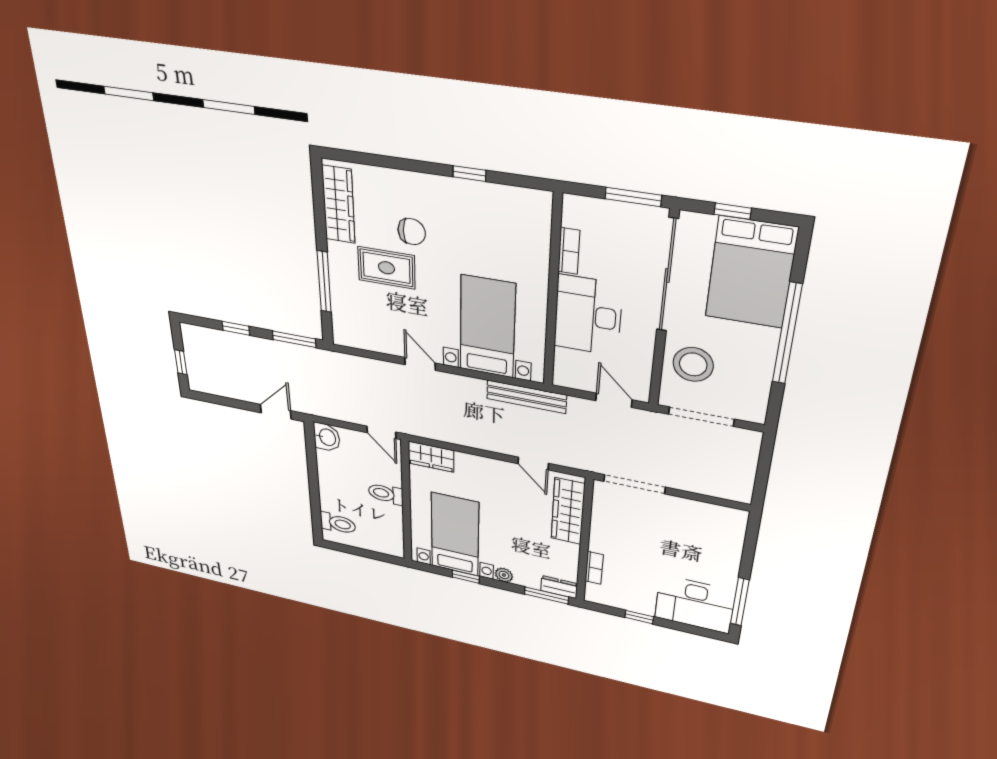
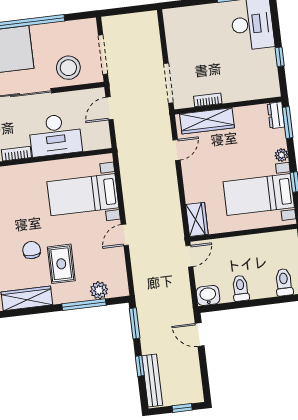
plant: (343, 307) -> (99, 290), added
bench: (526, 397) -> (152, 381), moved
toilet: (386, 494) -> (240, 288), moved, turned 180
bookcase: (594, 568) -> (208, 100), moved

